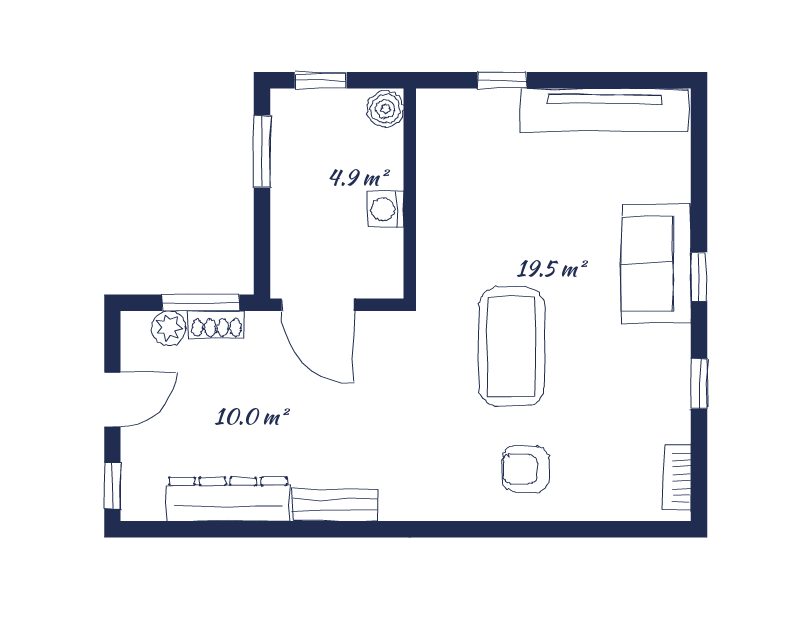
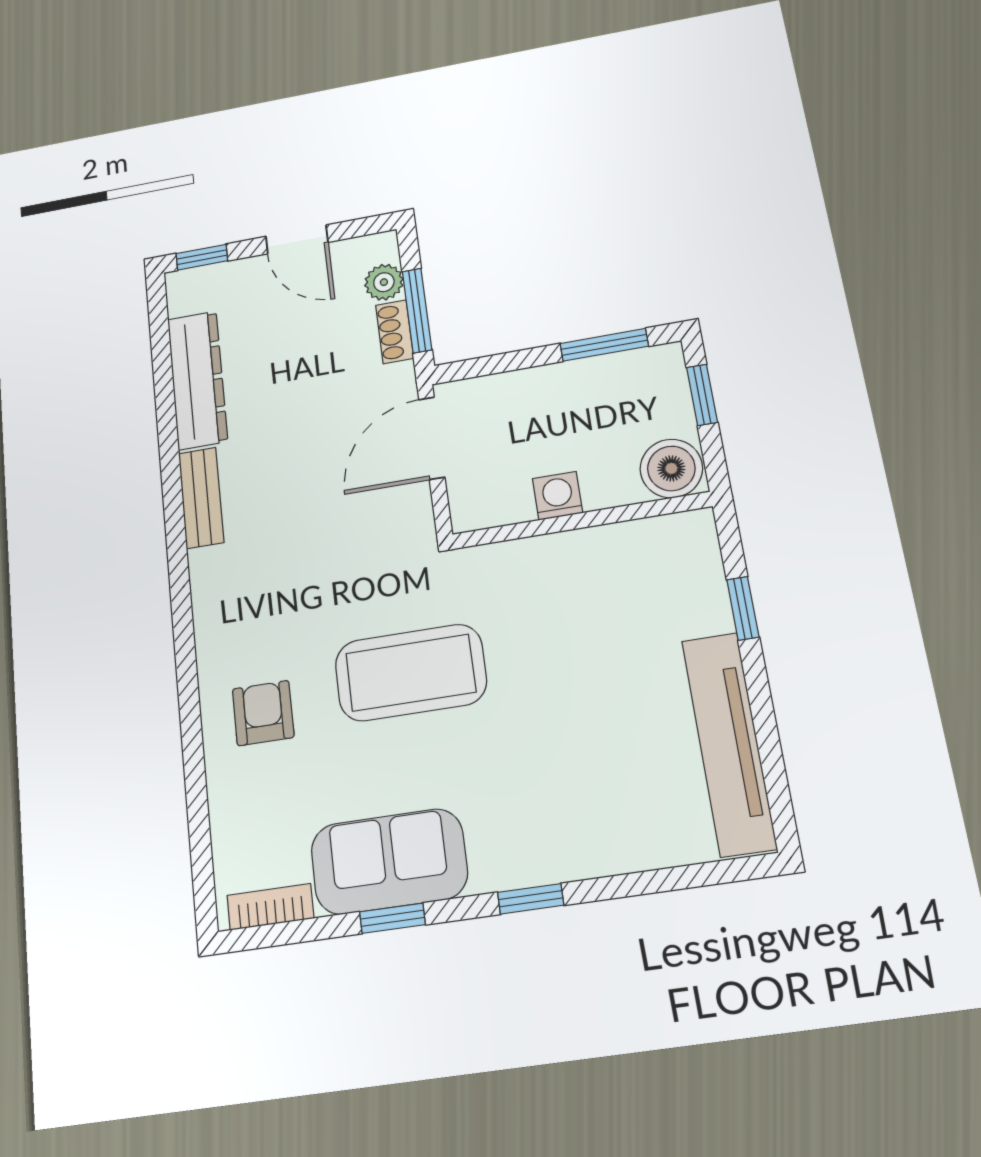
boiler: (385, 109) -> (671, 468), width x1.36, depth x1.36
sofa: (656, 264) -> (389, 862), moved

